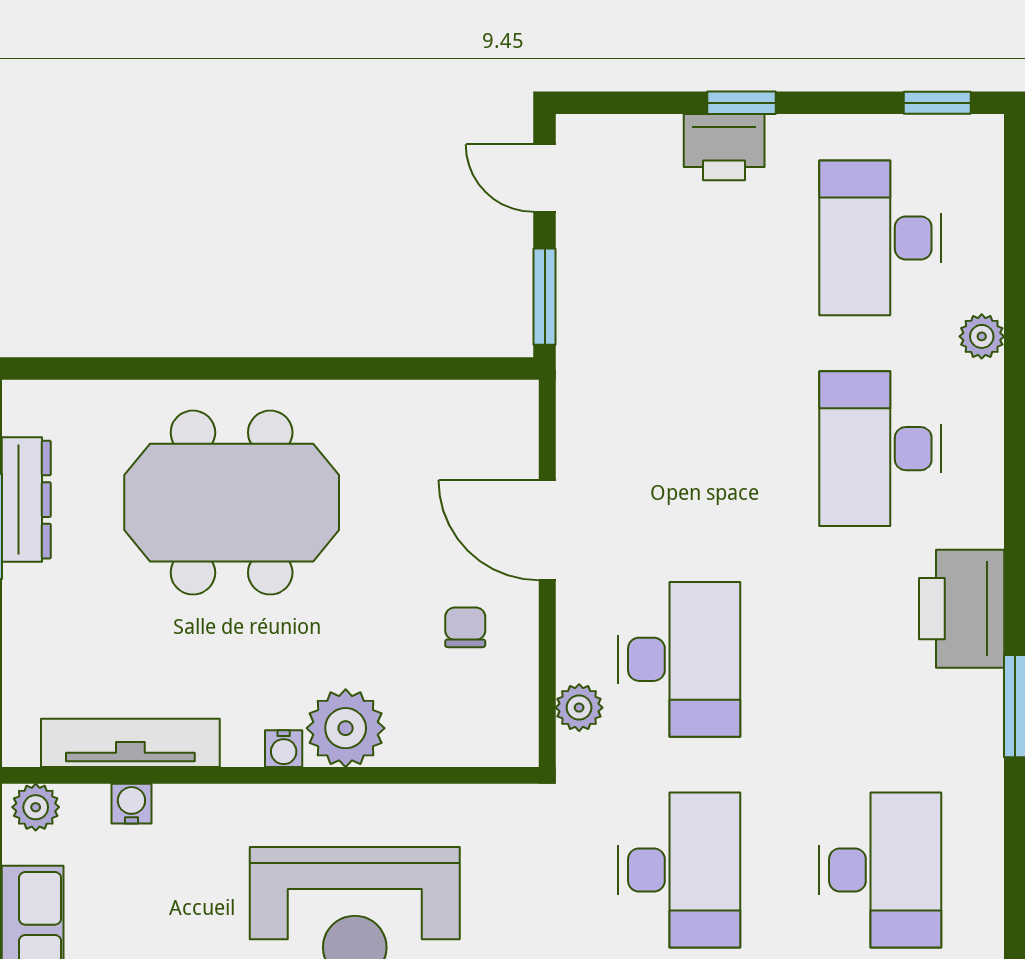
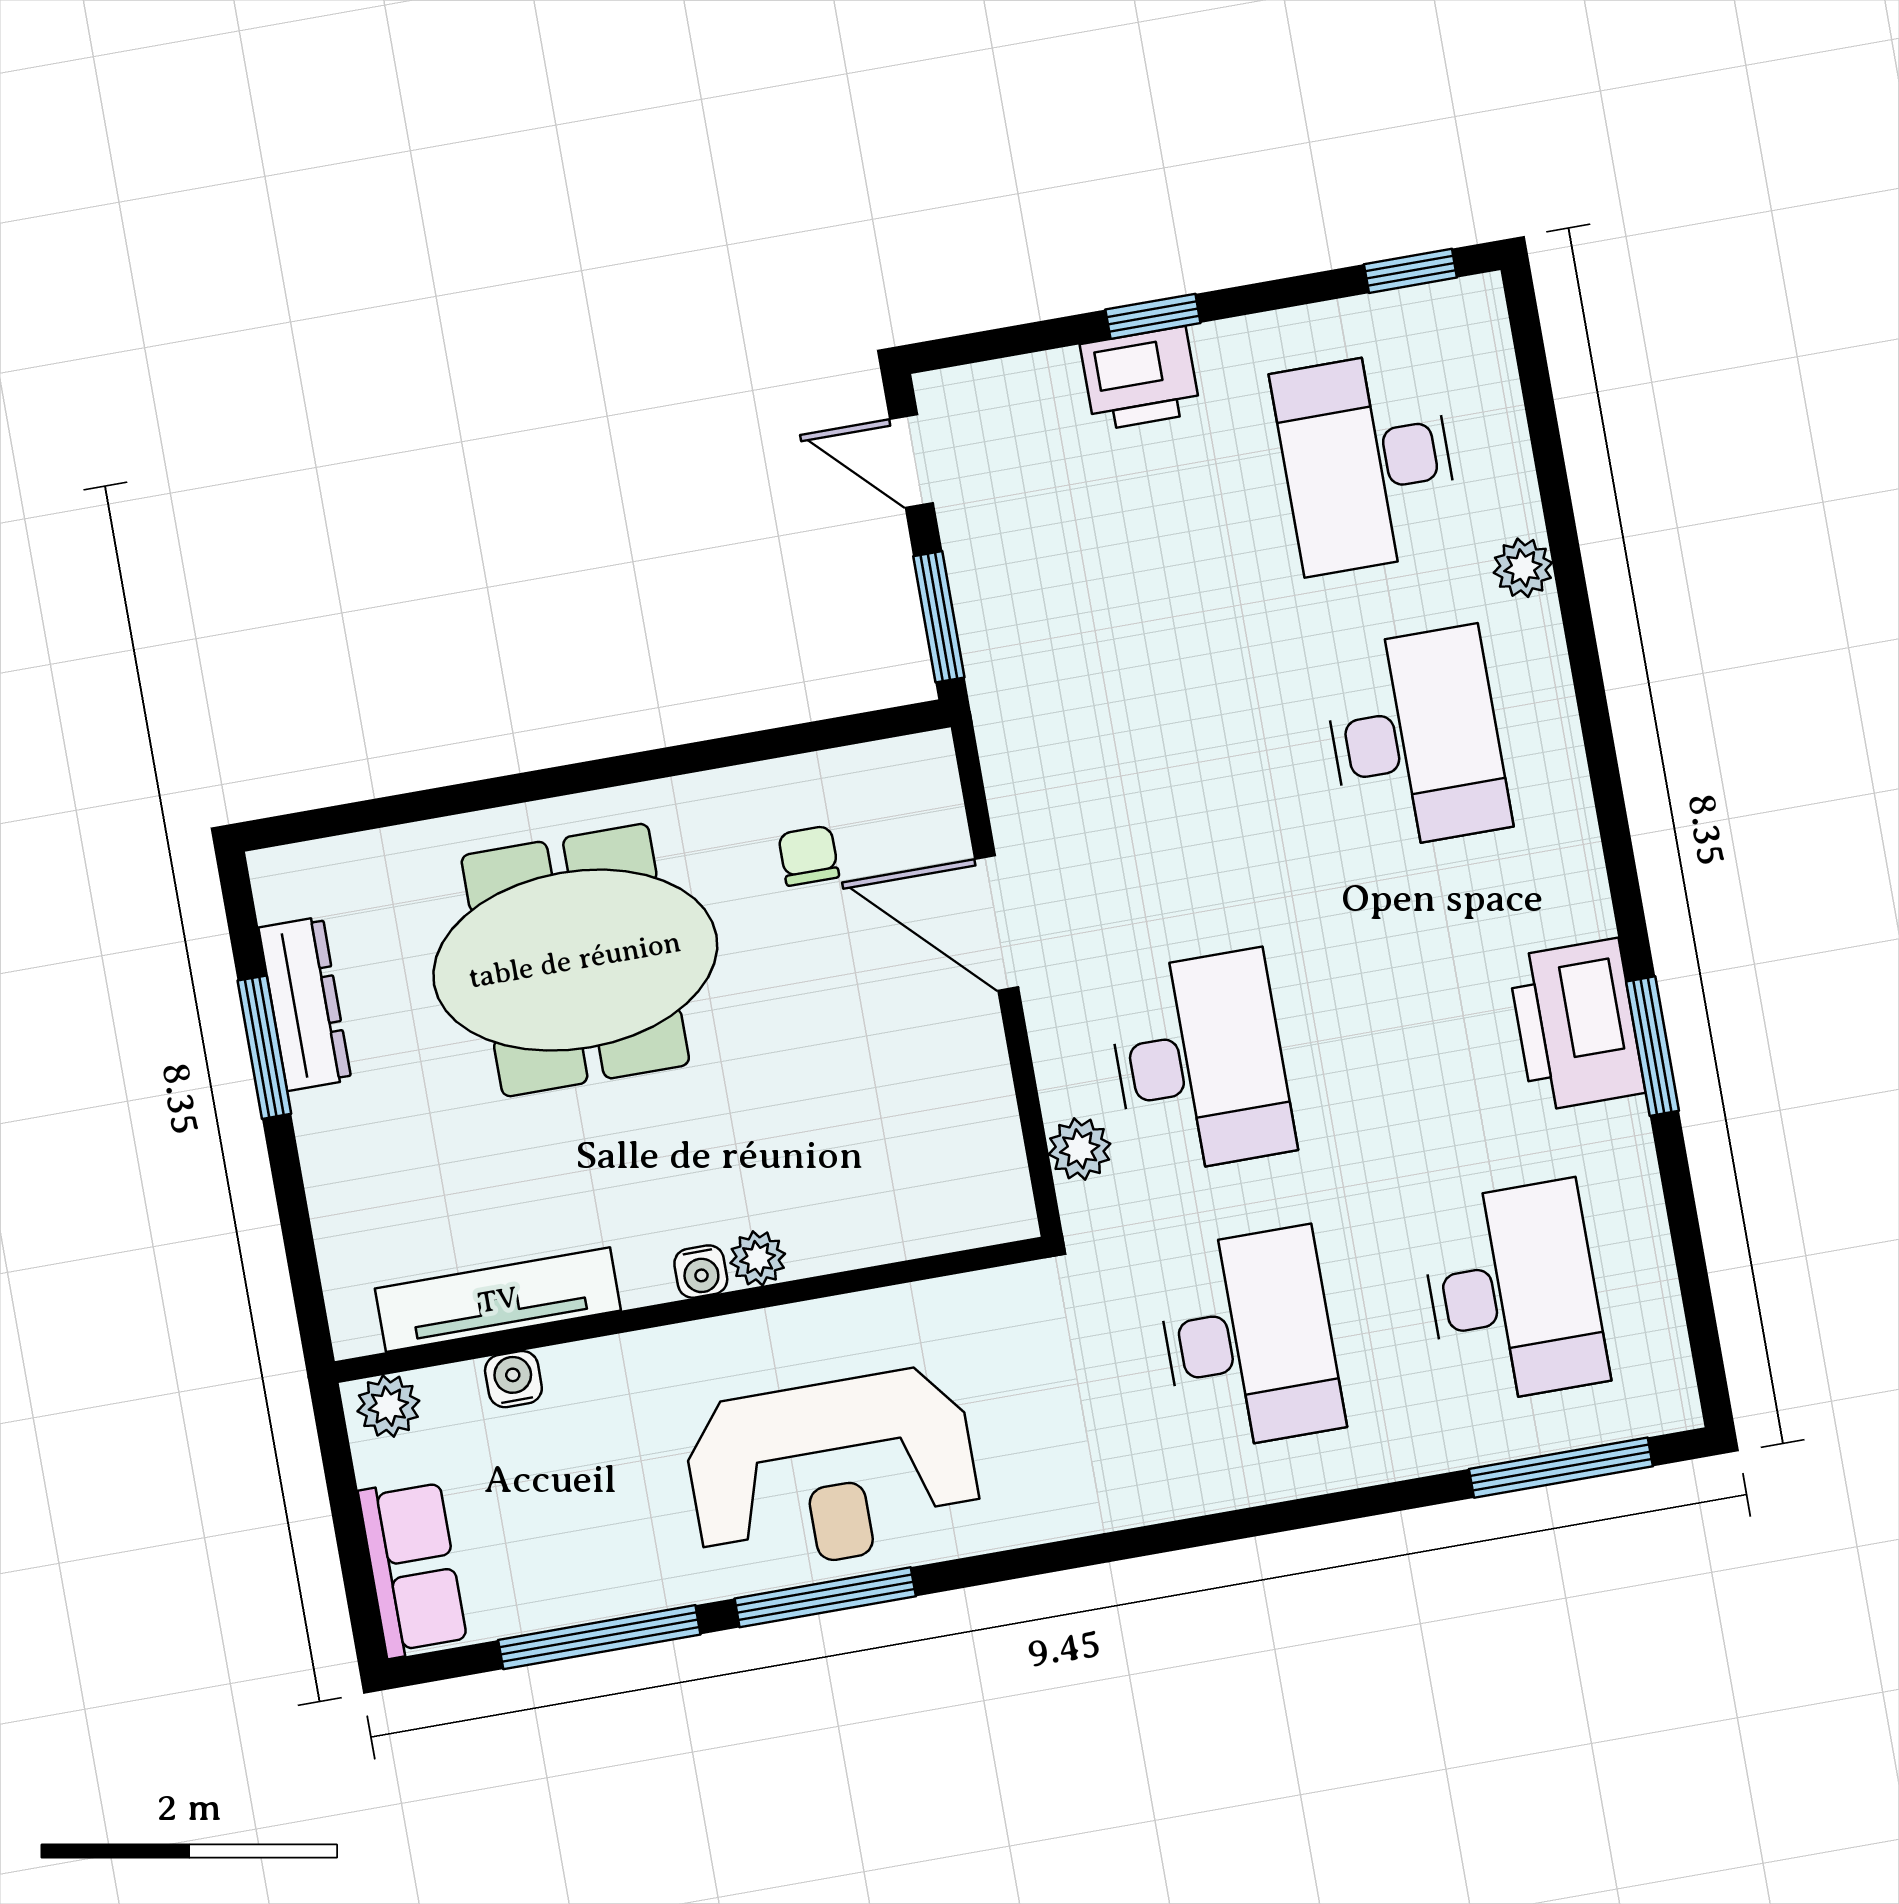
desk: (880, 449) -> (1416, 739), turned 180
printer: (962, 609) -> (1576, 1025), moved
chair: (465, 627) -> (809, 856), moved
plant: (346, 728) -> (758, 1258), width x0.53, depth x0.53

